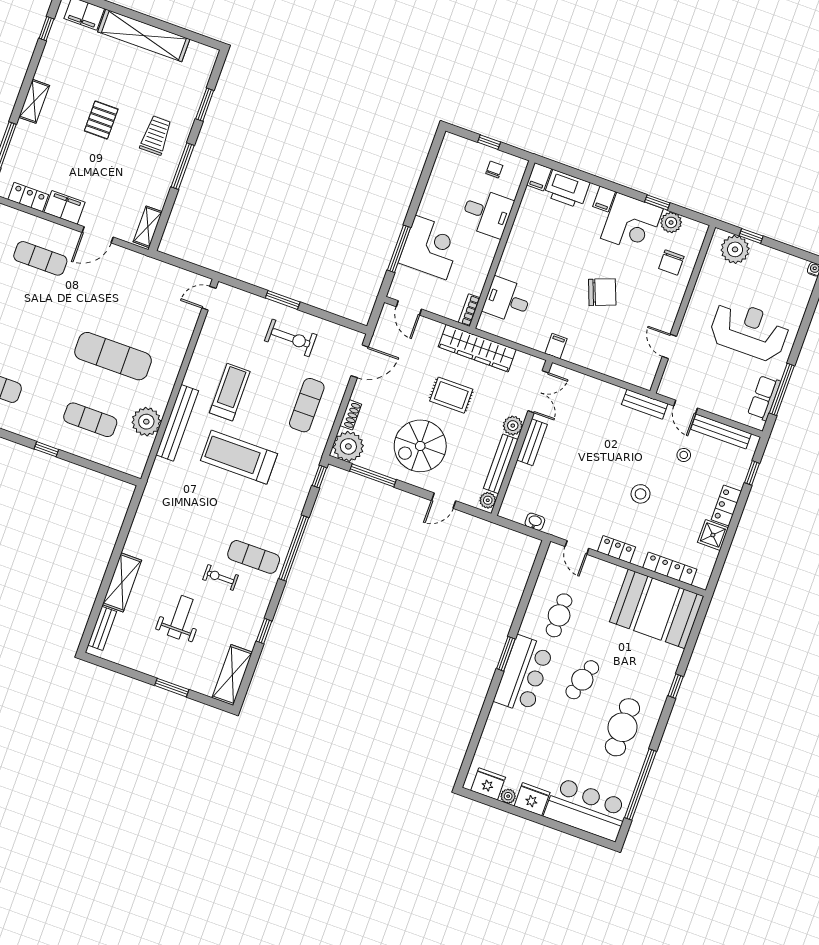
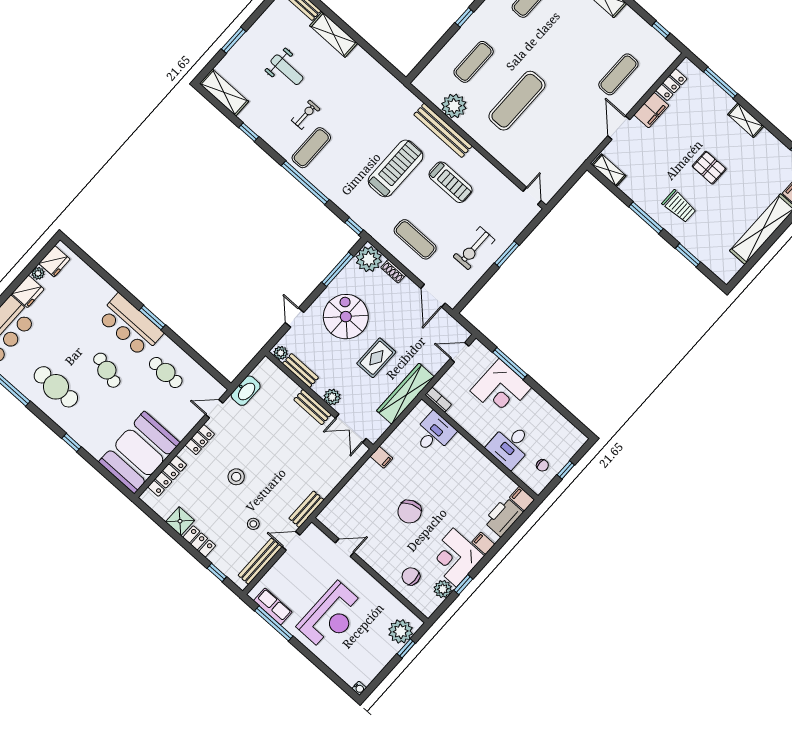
bench: (501, 464) -> (300, 371), width x0.73
washbasin: (535, 522) -> (246, 391), width x1.91, depth x1.45

